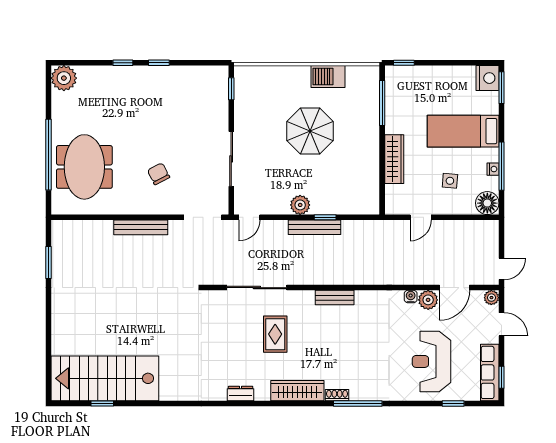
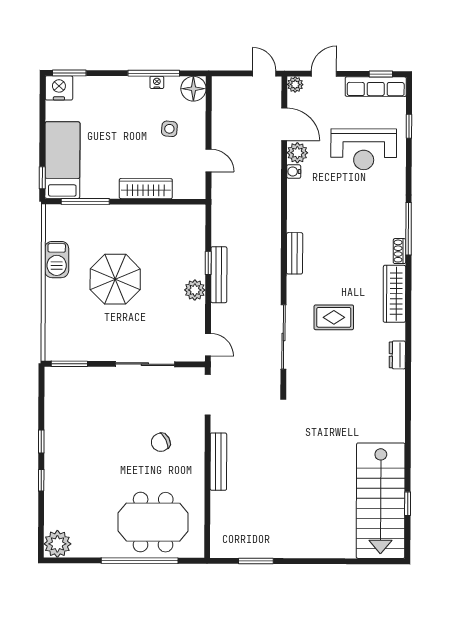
window: (231, 89) -> (69, 364), width x1.50
bed: (463, 131) -> (62, 160), moved, turned 180

